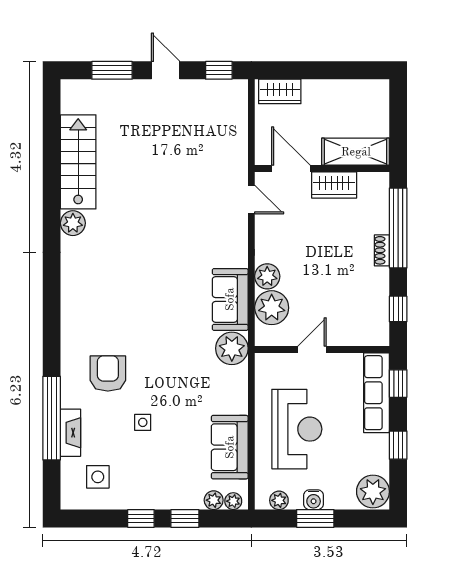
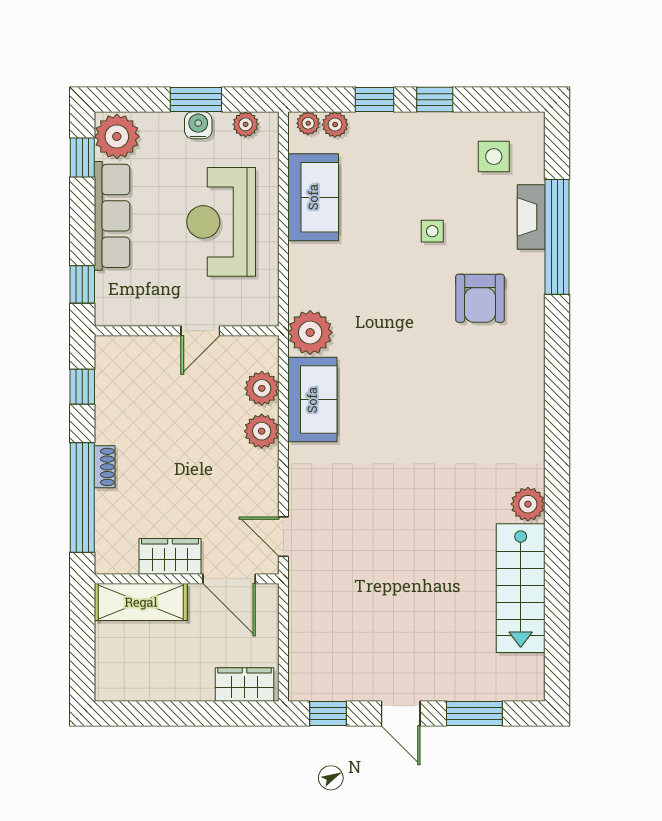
plant: (272, 308) -> (262, 388), width x0.73, depth x0.73
row of seats: (376, 393) -> (112, 216), moved
window: (398, 445) -> (82, 157), moved

